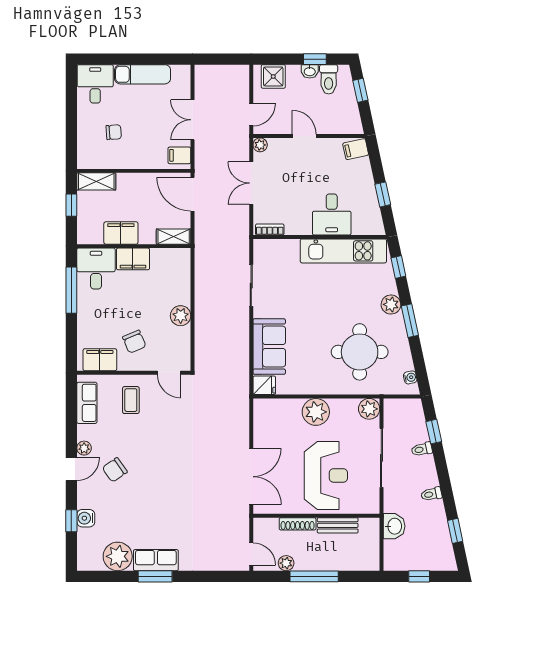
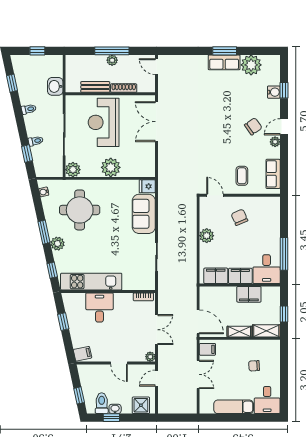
shelving: (174, 237) -> (239, 332), moved
filing cabinet: (100, 360) -> (216, 276), moved, turned 180
plant: (286, 563) -> (112, 60), moved

